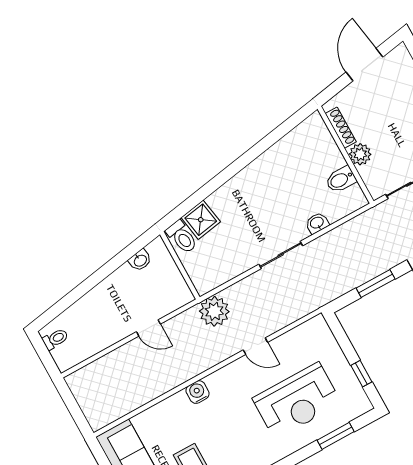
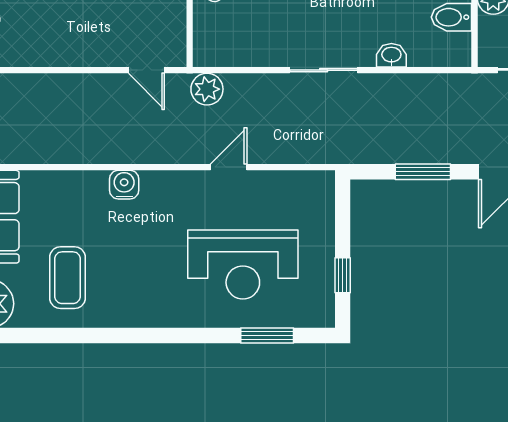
plant: (214, 311) -> (207, 89), width x0.73, depth x0.73
door: (148, 328) -> (146, 70), moved
door: (255, 346) -> (229, 167), swing flipped

